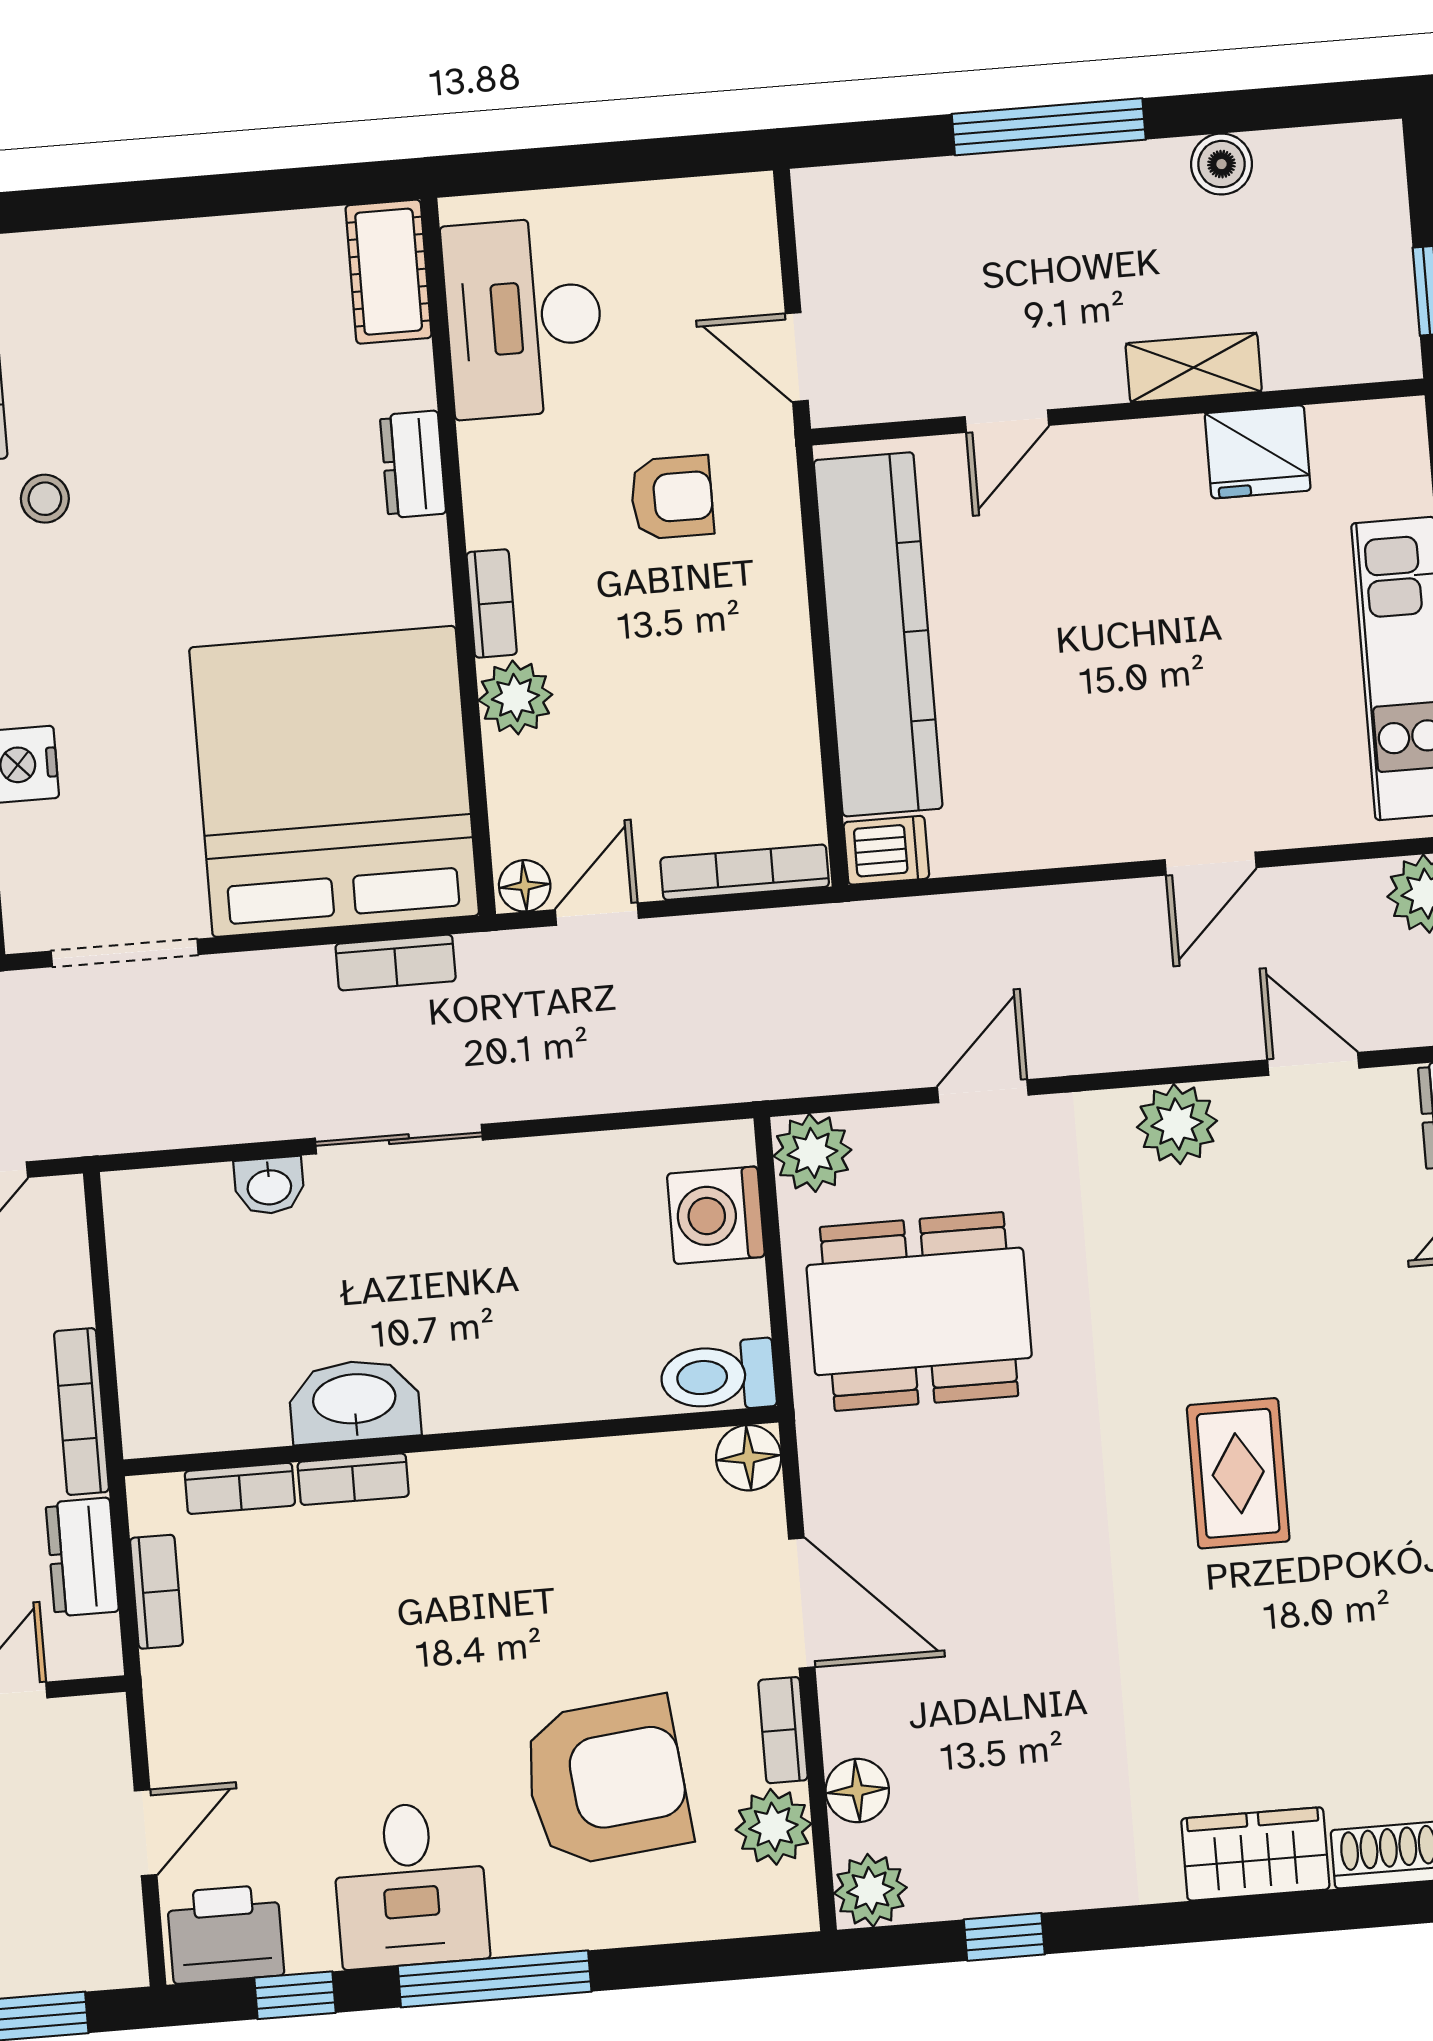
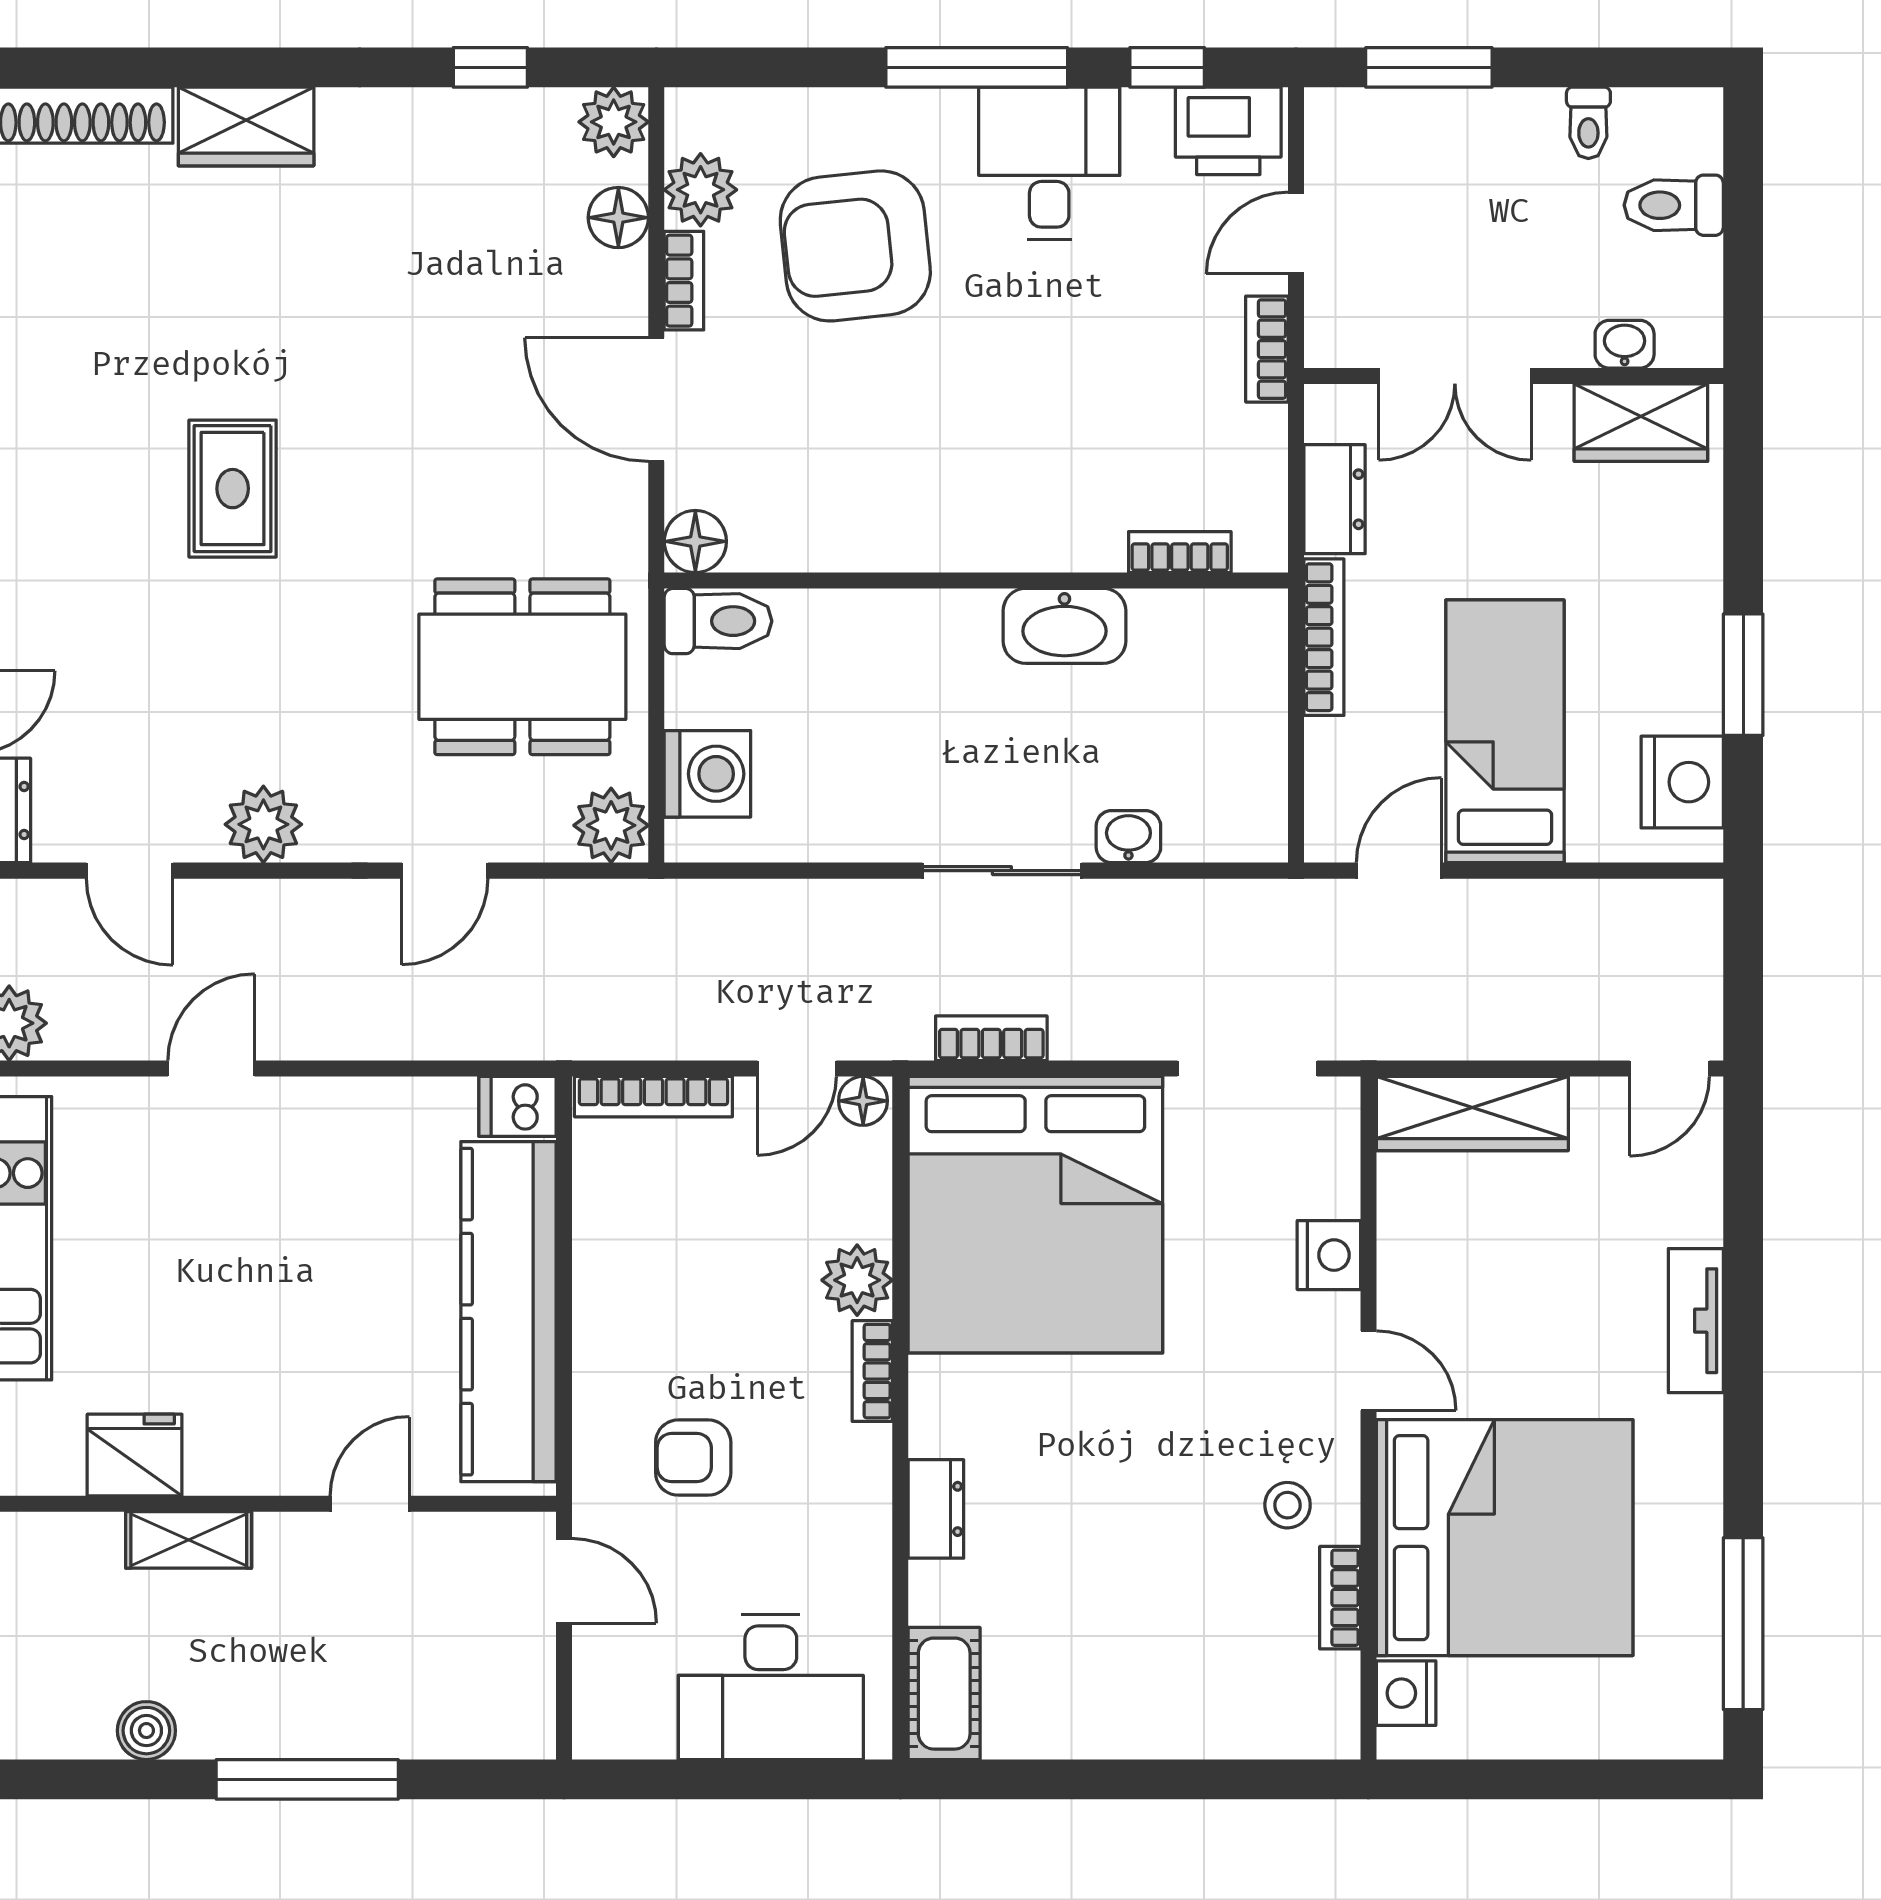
desk: (524, 317) -> (771, 1687), moved, turned 90
bookcase: (353, 1479) -> (1072, 552), removed
bookcase: (156, 1592) -> (1267, 349), moved

